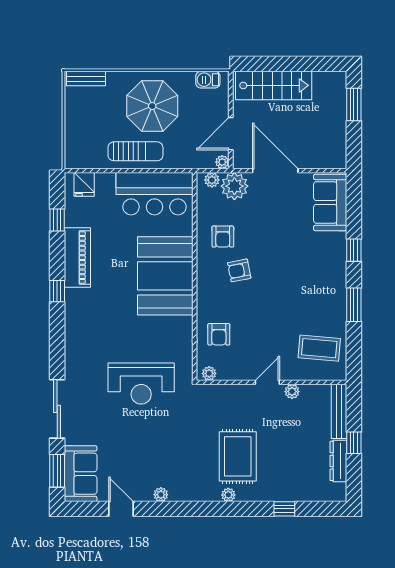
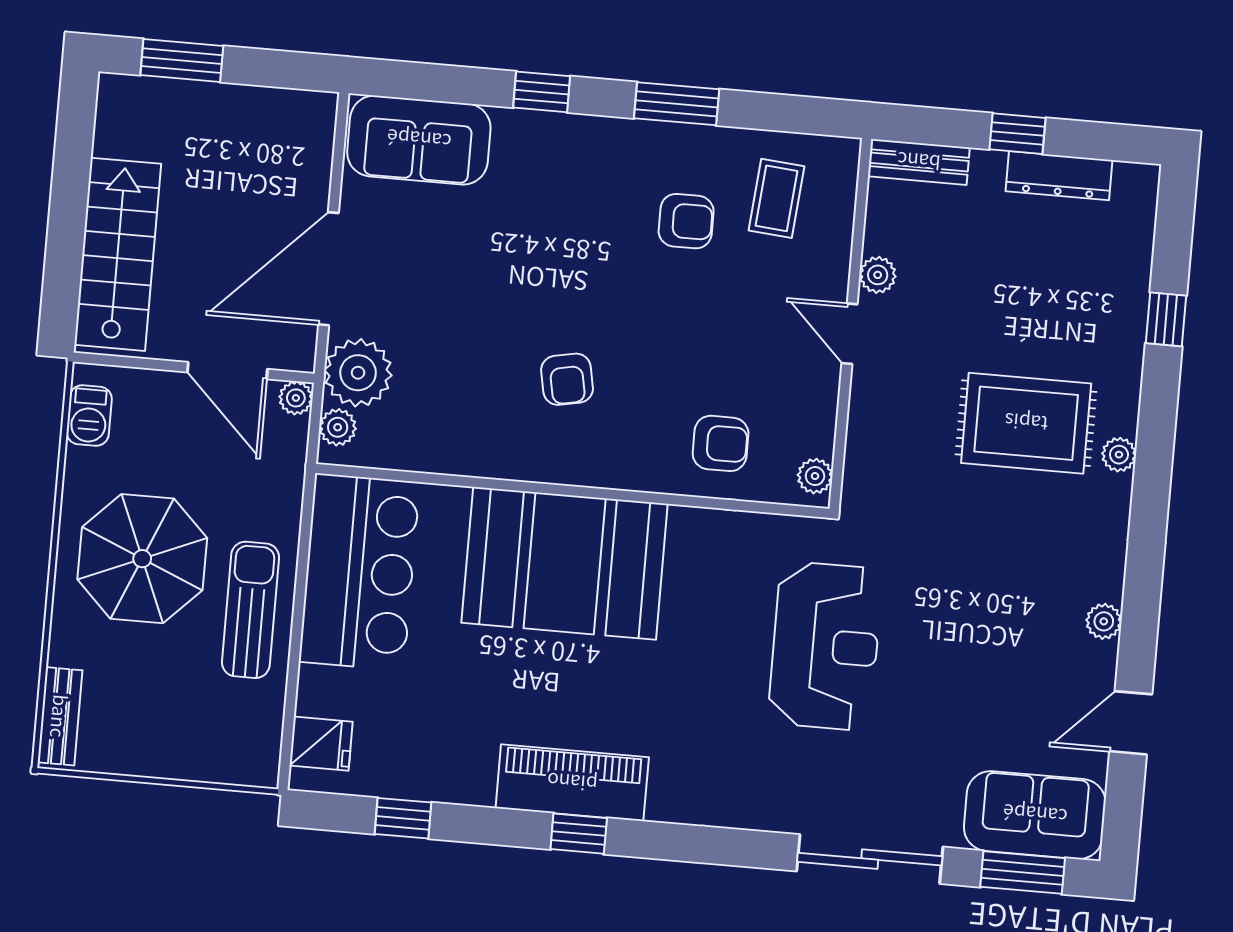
armchair: (223, 237) -> (686, 221), moved
piano: (77, 258) -> (572, 783), moved
coffee table: (319, 348) -> (777, 198), width x0.73, depth x0.77
bench: (339, 411) -> (919, 162), width x0.73

